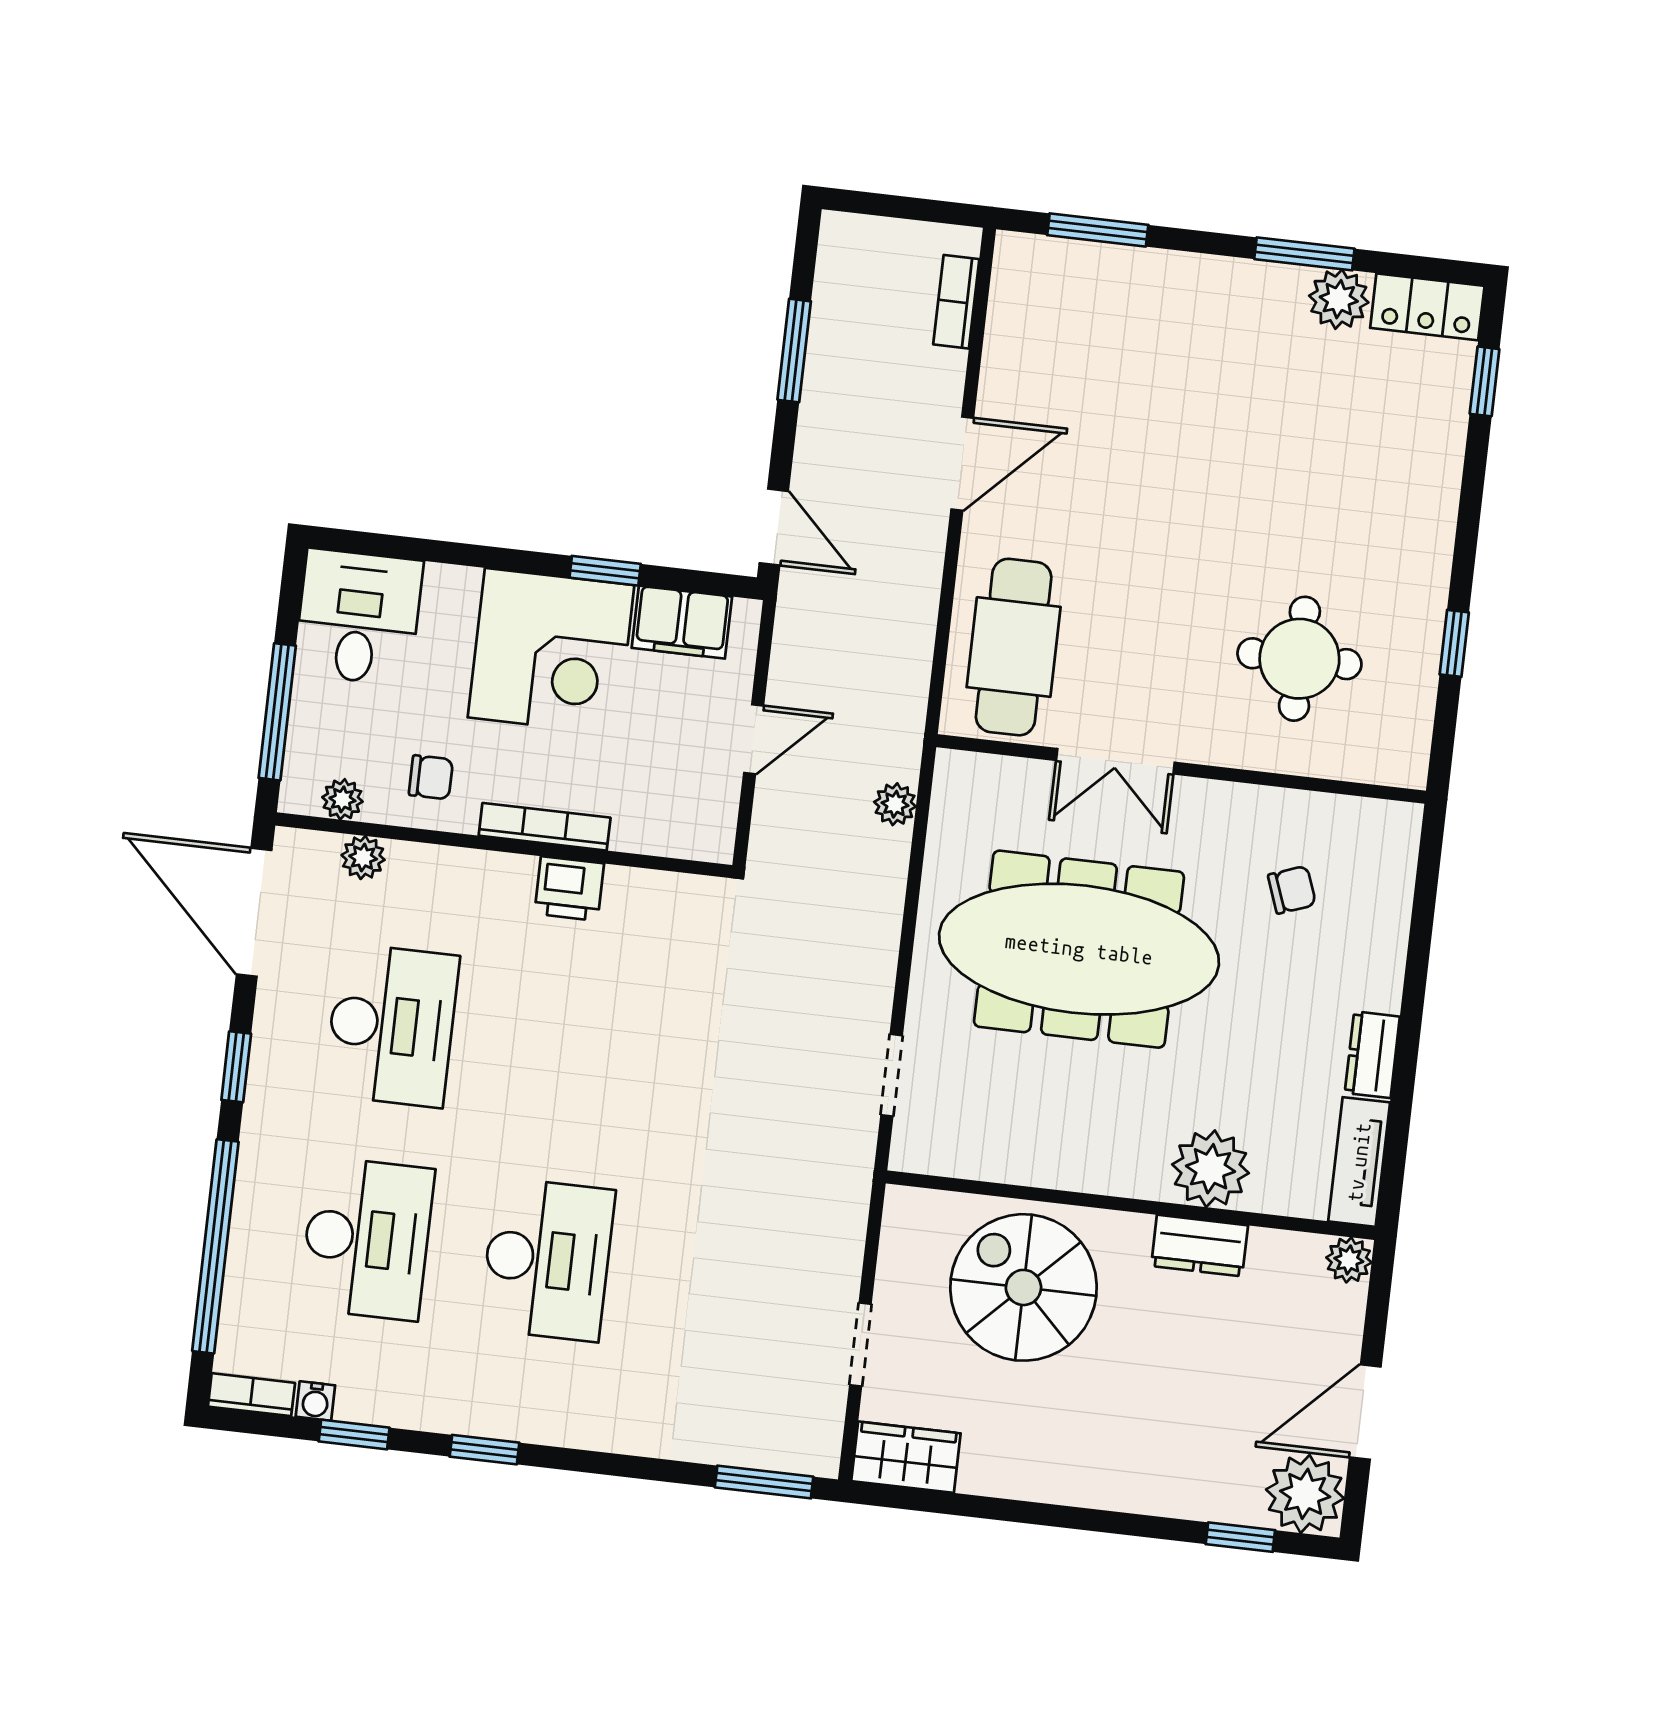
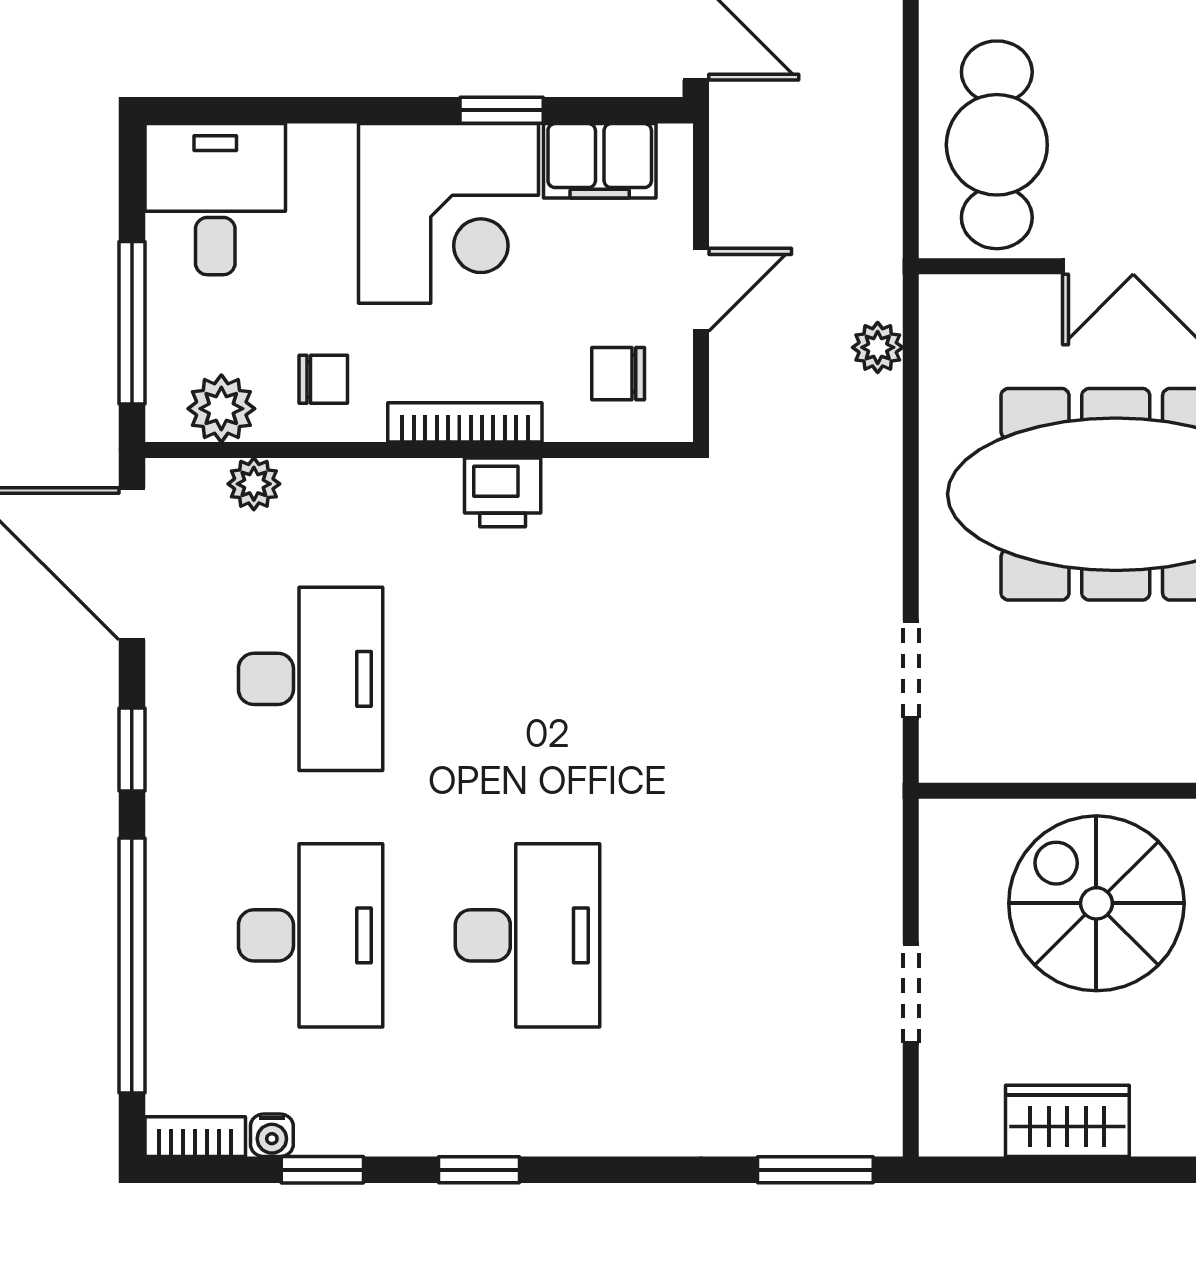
plant: (342, 799) -> (221, 409), width x1.38, depth x1.38
chair: (677, 801) -> (618, 374), added
wardrobe: (906, 1457) -> (1067, 1121), moved

